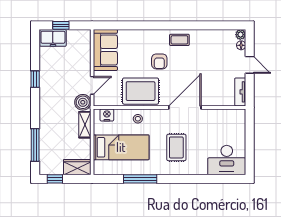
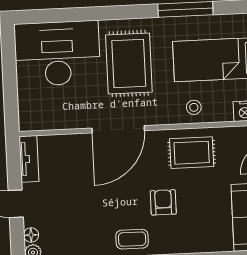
rug: (141, 91) -> (192, 153), width x0.73, depth x0.70
rug: (176, 147) -> (129, 63), width x1.36, depth x1.43
desk: (227, 160) -> (57, 53), width x1.36, depth x1.30

